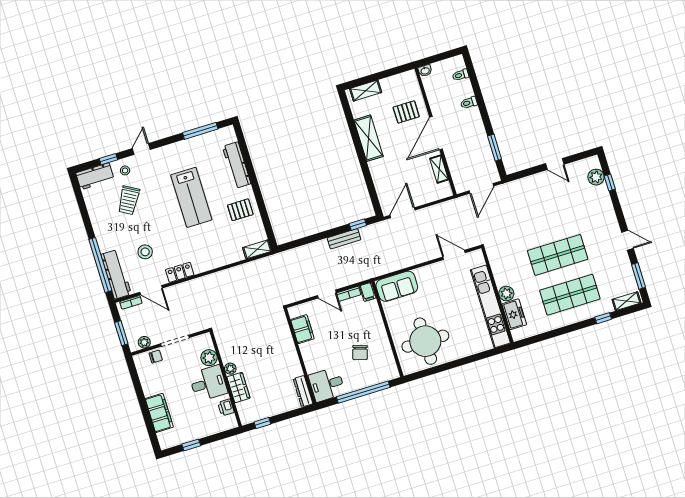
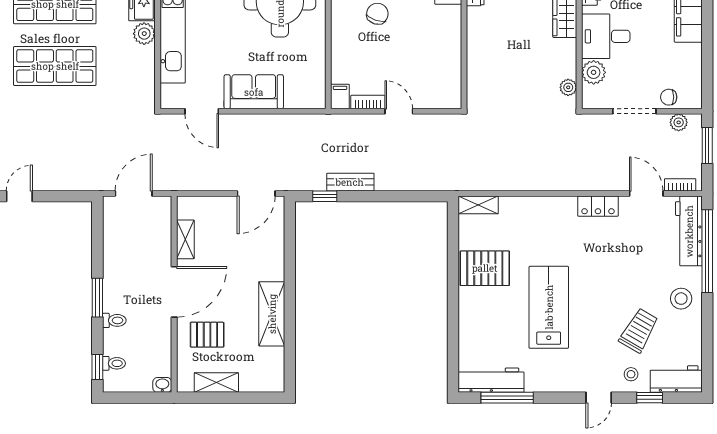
window: (470, 69) -> (97, 367), added
shelving: (366, 91) -> (216, 383), moved
window: (495, 148) -> (97, 298), moved
door: (555, 164) -> (19, 196), hinge flipped
workbench: (237, 165) -> (491, 380), moved, turned -90
pallet: (240, 210) -> (485, 268), width x1.50, depth x1.42
stool: (145, 252) -> (681, 299), moved
sofa: (397, 286) -> (254, 92), moved
filing cabinet: (302, 329) -> (449, 72), removed
plant: (230, 369) -> (568, 87), moved

